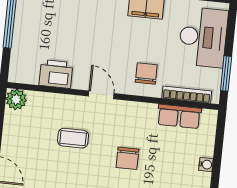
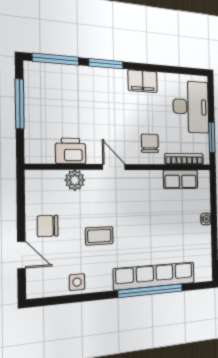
plant: (16, 99) -> (75, 180), moved
coffee table: (73, 138) -> (99, 236), moved
chair: (127, 158) -> (48, 226), moved, turned 90

